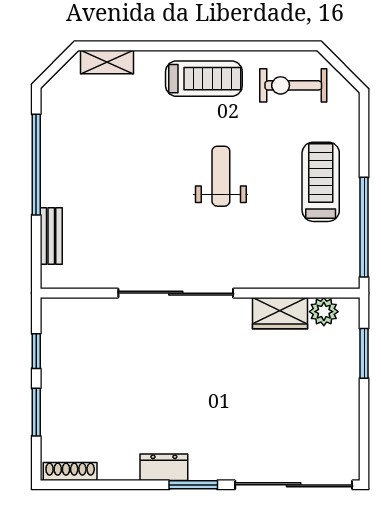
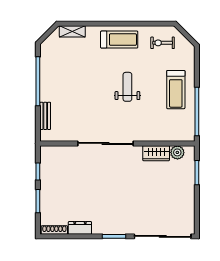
exercise bike: (293, 85) -> (163, 43), width x0.73, depth x0.72
treadmill: (321, 182) -> (176, 90), turned 180
dresser: (164, 467) -> (80, 228), moved

